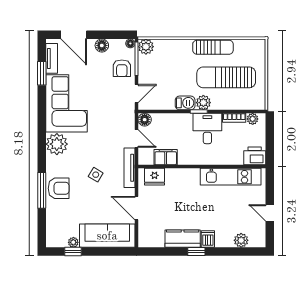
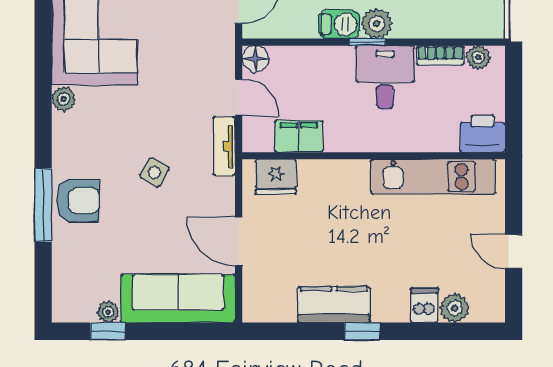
plant: (57, 144) -> (64, 99), width x0.53, depth x0.53
tv unit: (129, 168) -> (224, 146), width x0.71
dishwasher: (208, 239) -> (424, 305), moved

